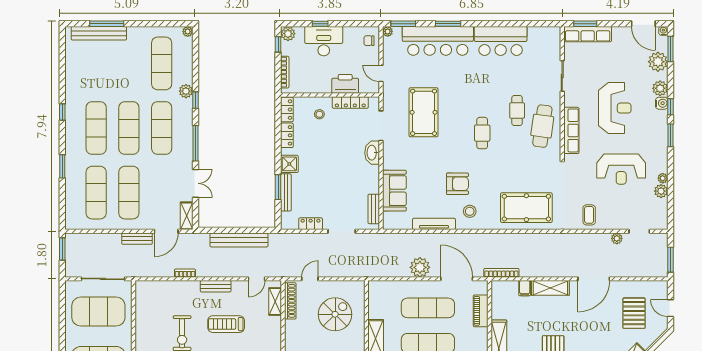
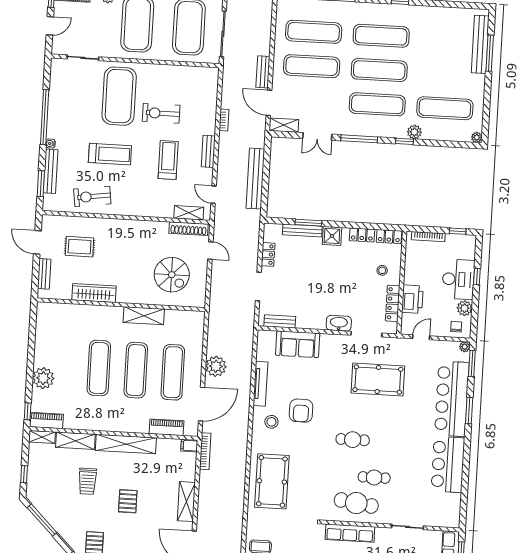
plant: (288, 34) -> (465, 308), moved
filing cabinet: (525, 288) -> (189, 446), moved

